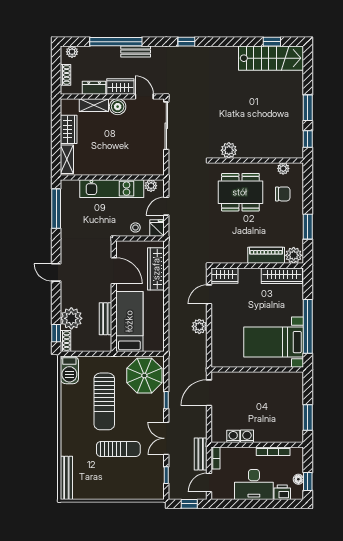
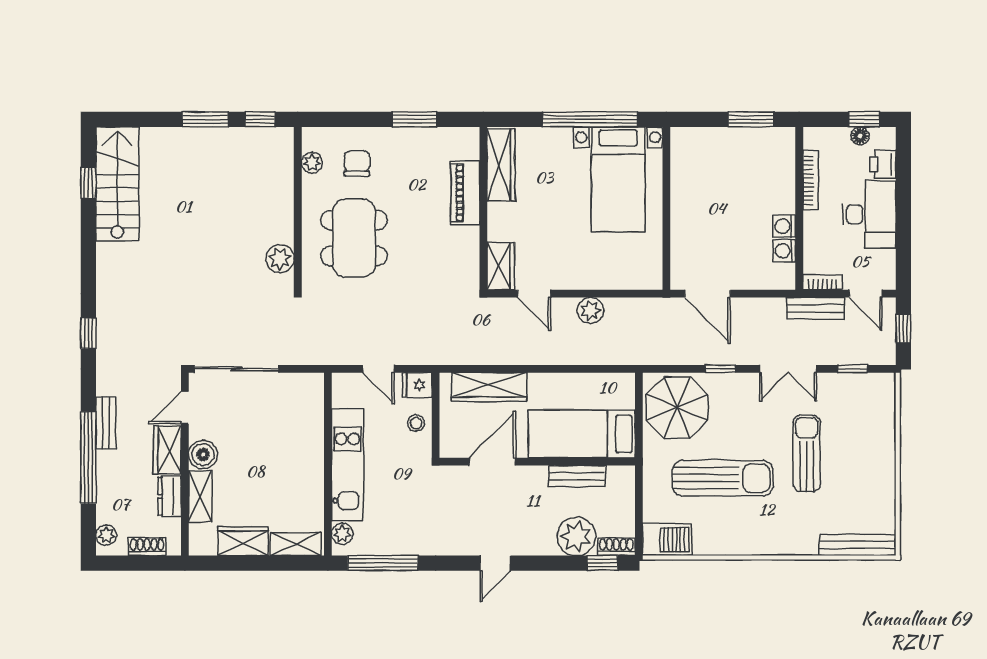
plant: (151, 186) -> (342, 534), moved
plant: (294, 255) -> (465, 144), removed

